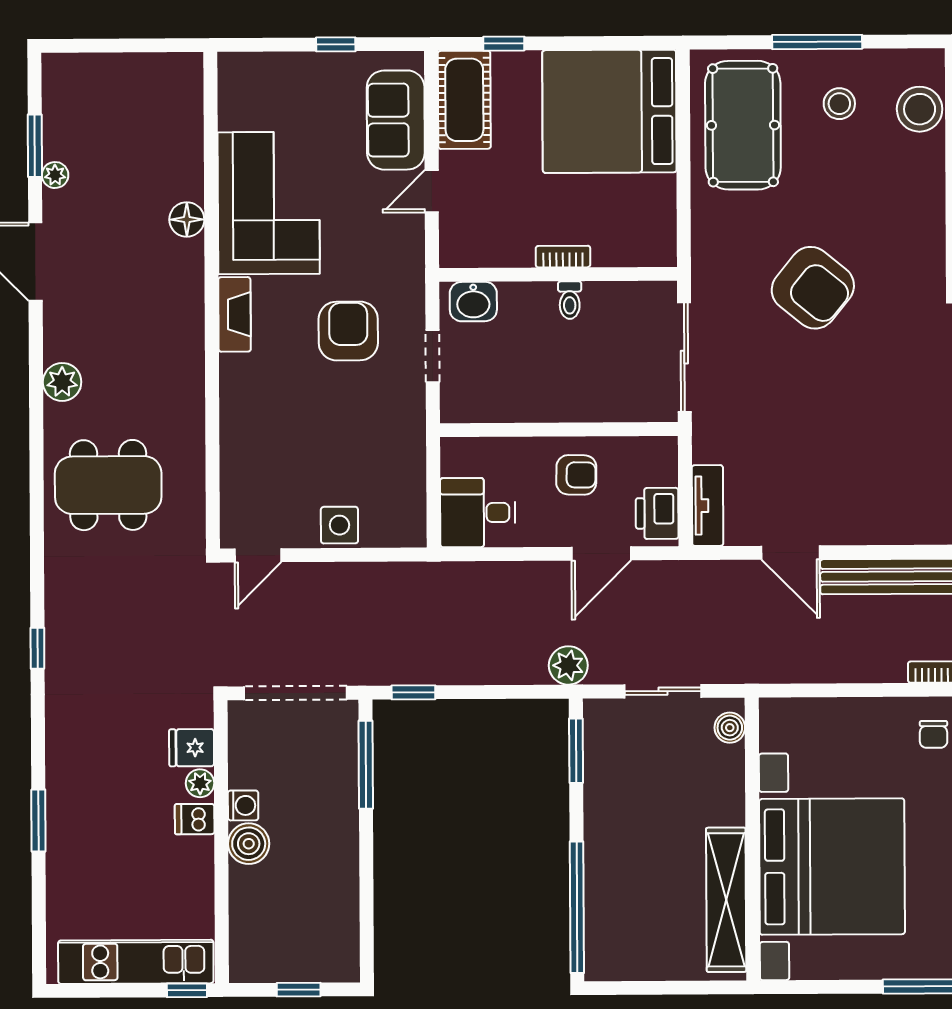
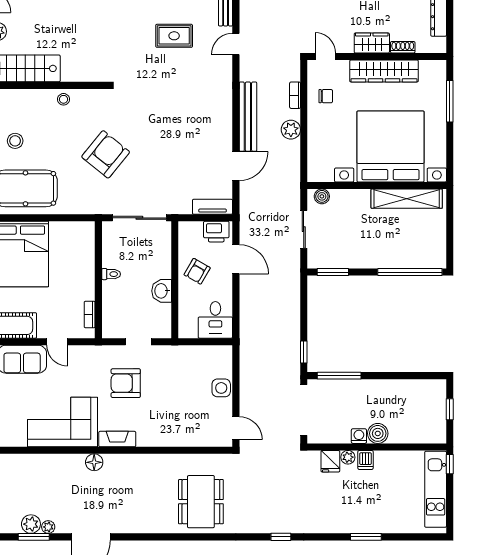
stool: (920, 109) -> (64, 99), moved, width x0.53, depth x0.53
floor lamp: (187, 219) -> (94, 462), moved
bookcase: (563, 257) -> (90, 314), moved
washbasin: (473, 302) -> (162, 291), moved, turned 180
plant: (62, 382) -> (31, 524), moved
armchair: (576, 475) -> (197, 271), turned -151
plant: (568, 665) -> (291, 130), moved

